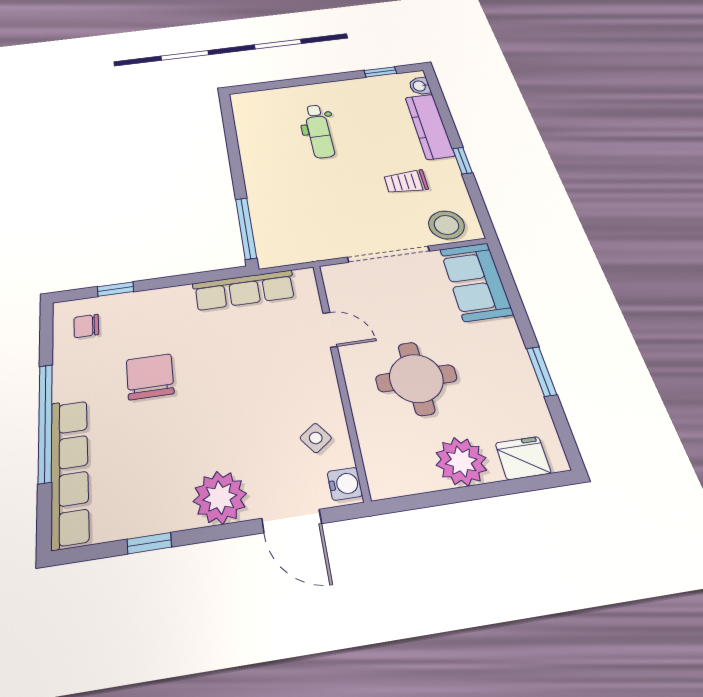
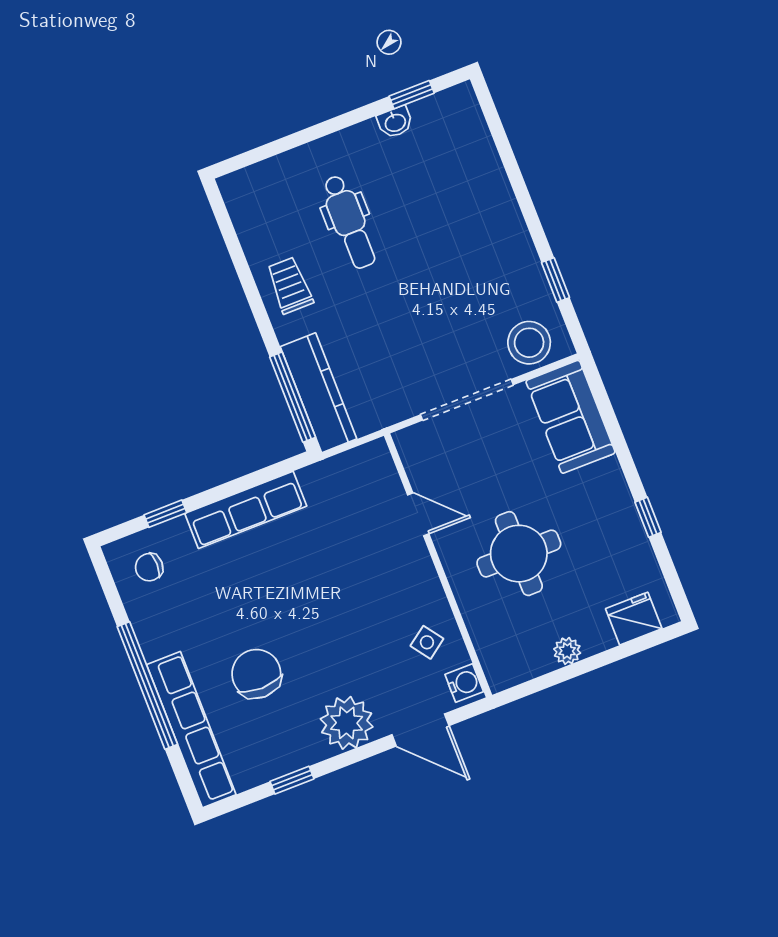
washbasin: (420, 86) -> (395, 122), moved, turned -90
kitchen counter: (430, 126) -> (319, 393), moved, turned 180
window: (462, 161) -> (555, 280), moved
trolley: (406, 182) -> (290, 285), moved, turned 90
row of seats: (244, 290) -> (246, 510), moved
window: (541, 371) -> (648, 517), width x0.67
chair: (150, 377) -> (256, 674), moved
plant: (461, 461) -> (567, 651), width x0.53, depth x0.53

